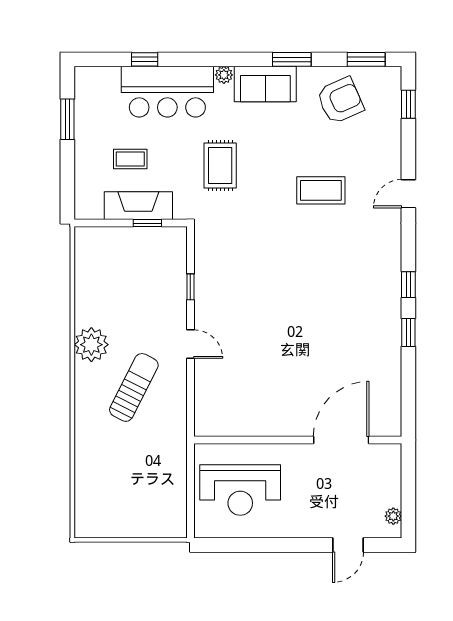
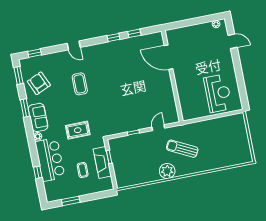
wall: (298, 440) -> (172, 76), moved
door: (341, 440) -> (168, 57), moved

